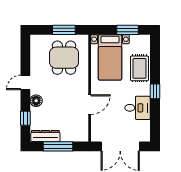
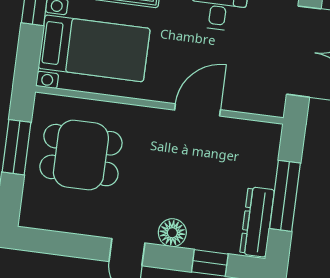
door: (90, 105) -> (197, 110), hinge flipped

